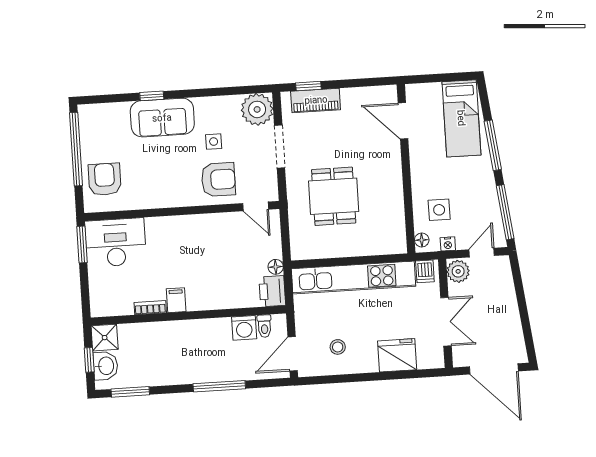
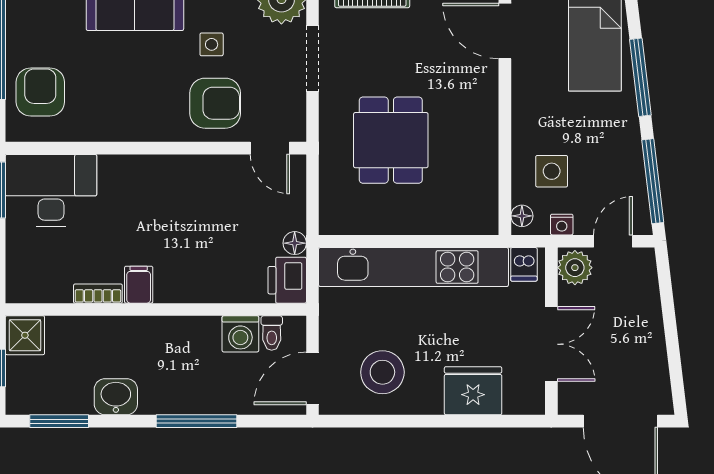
stool: (338, 347) -> (382, 372), width x1.89, depth x1.89
washbasin: (105, 366) -> (116, 397), moved, turned -90

